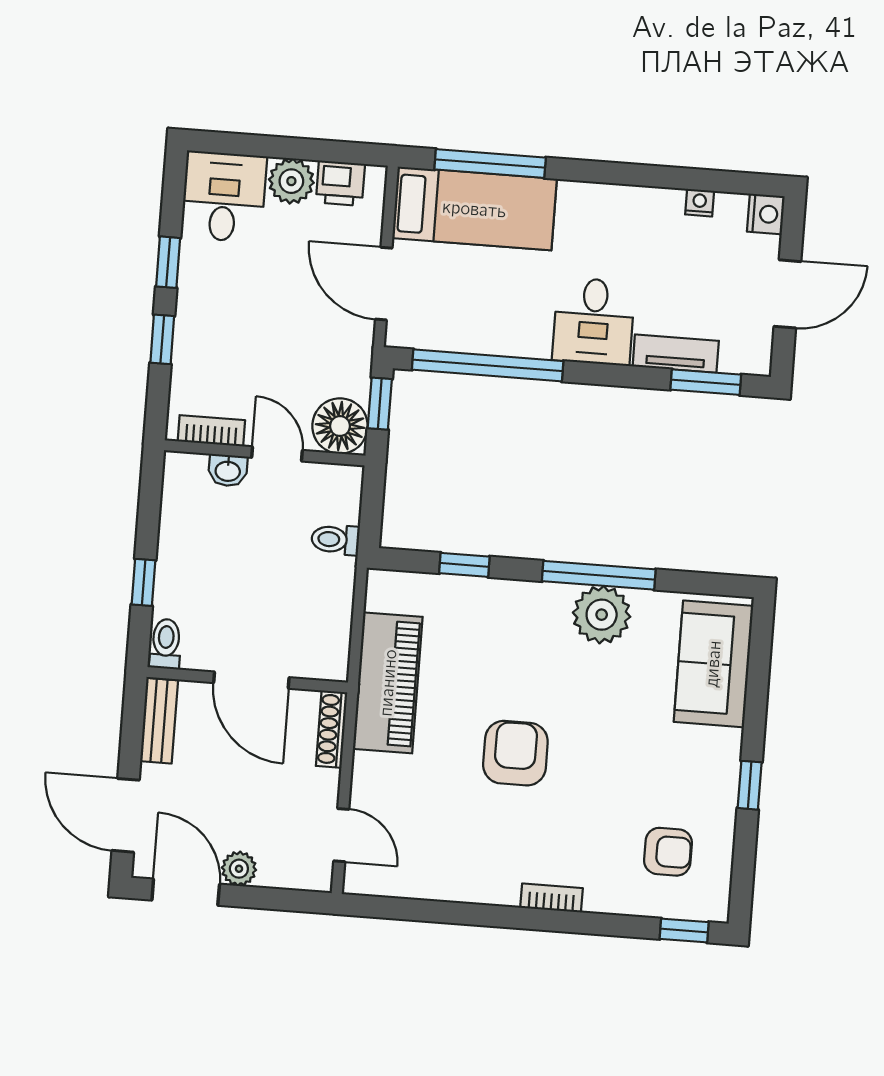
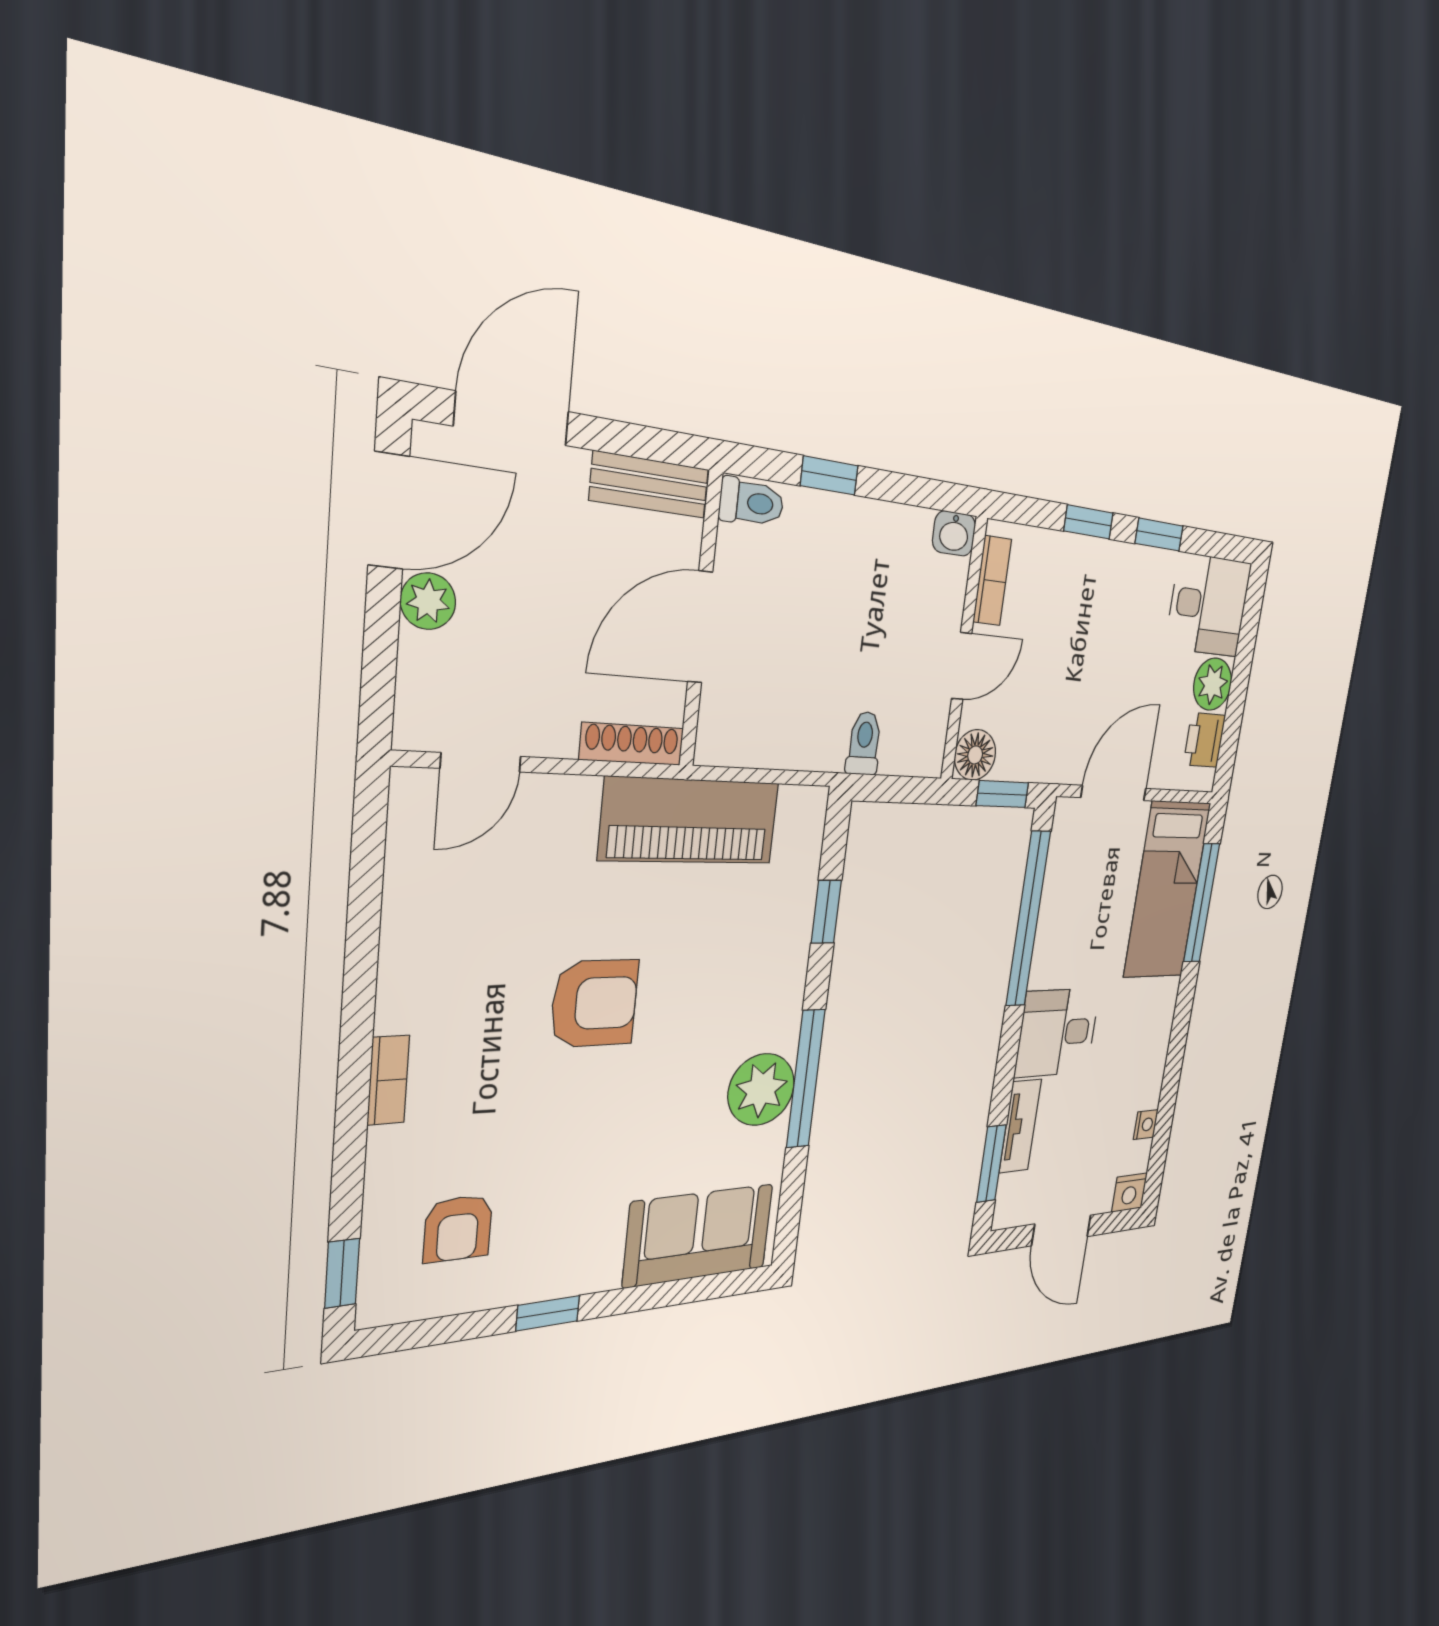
floor lamp: (340, 426) -> (975, 755), width x0.73, depth x0.73
washbasin: (228, 470) -> (954, 533), moved, turned -90

